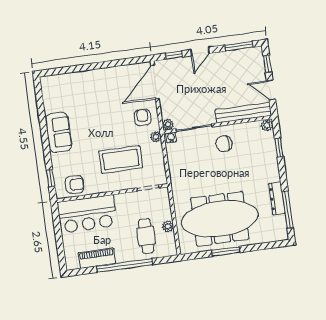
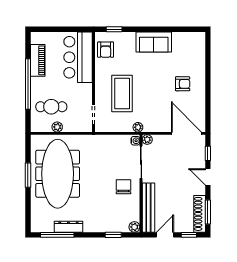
shoe rack: (242, 55) -> (200, 214), added
armchair: (143, 117) -> (183, 84), moved

